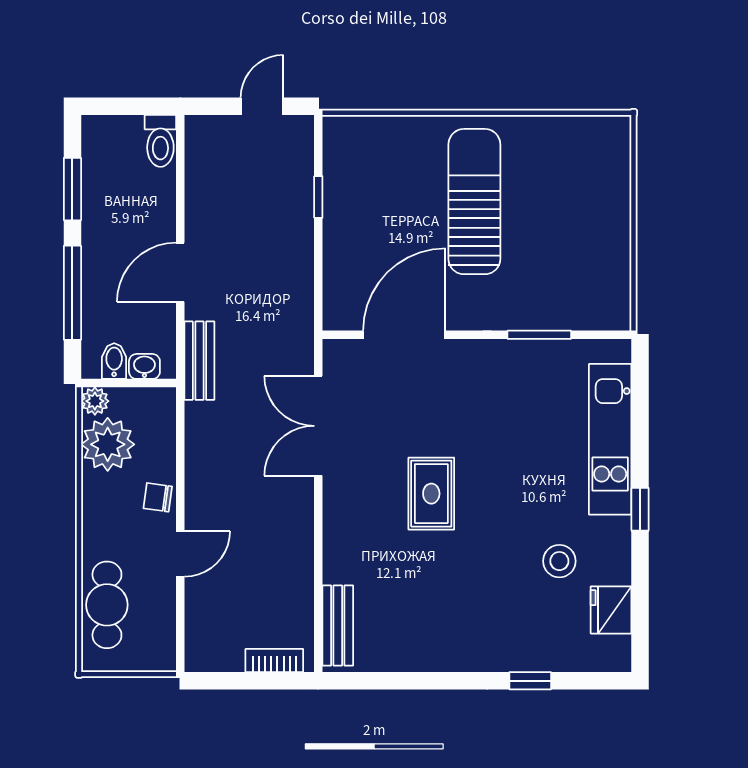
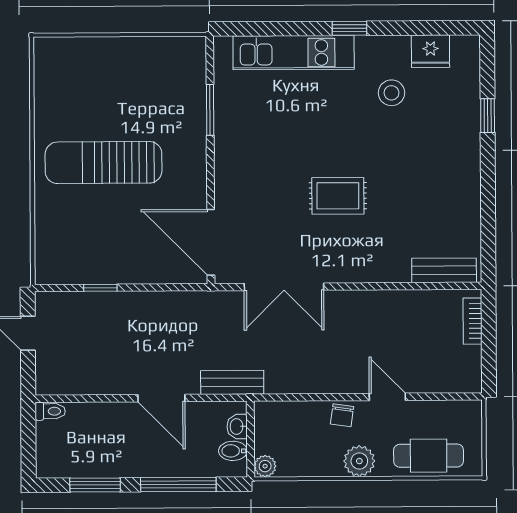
toilet: (160, 141) -> (50, 411), width x0.73, depth x0.72
door: (404, 335) -> (211, 242), moved
plant: (108, 444) -> (359, 461), moved, width x0.73, depth x0.73

